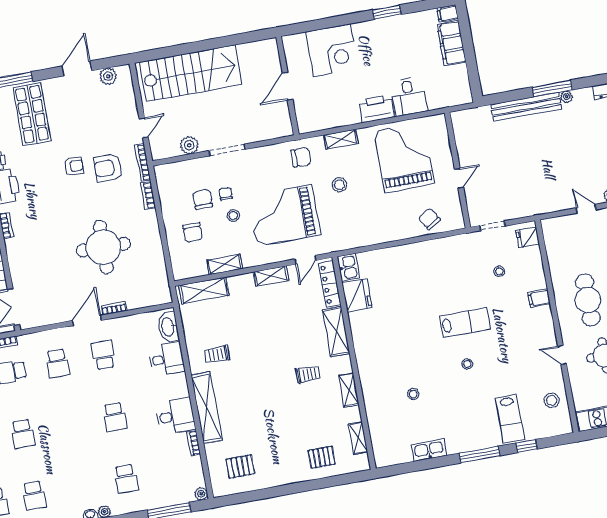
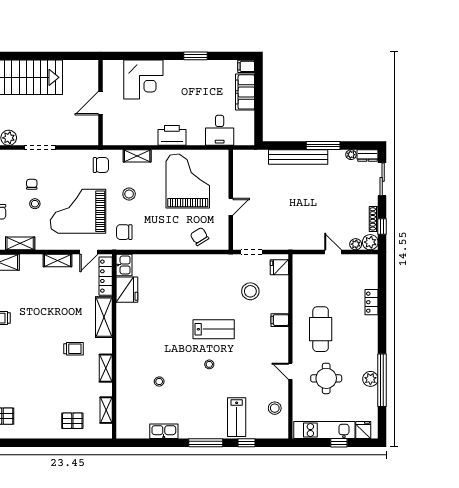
desk: (409, 97) -> (220, 130), moved
plant: (567, 97) -> (351, 155), moved
chair: (203, 199) -> (124, 232), moved, turned -90
stool: (499, 271) -> (250, 291), width x1.89, depth x1.89

